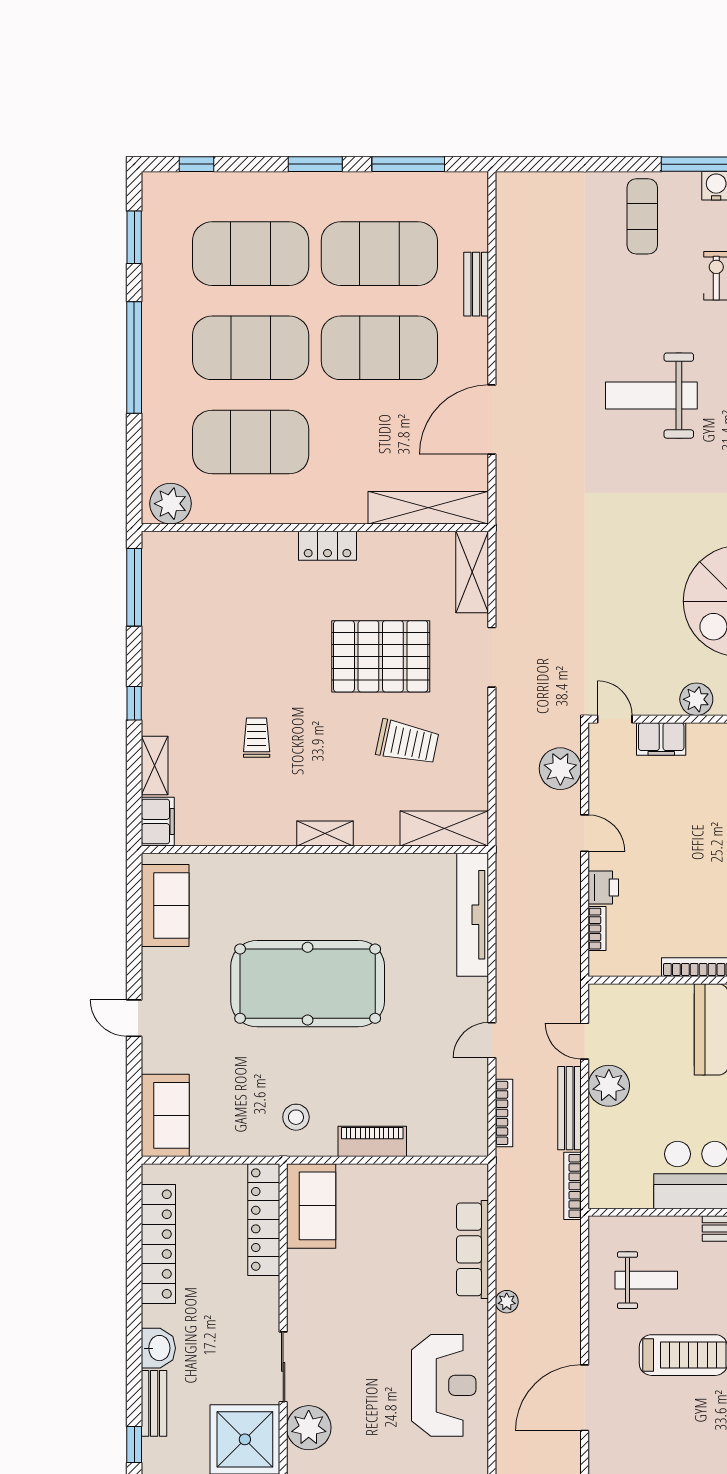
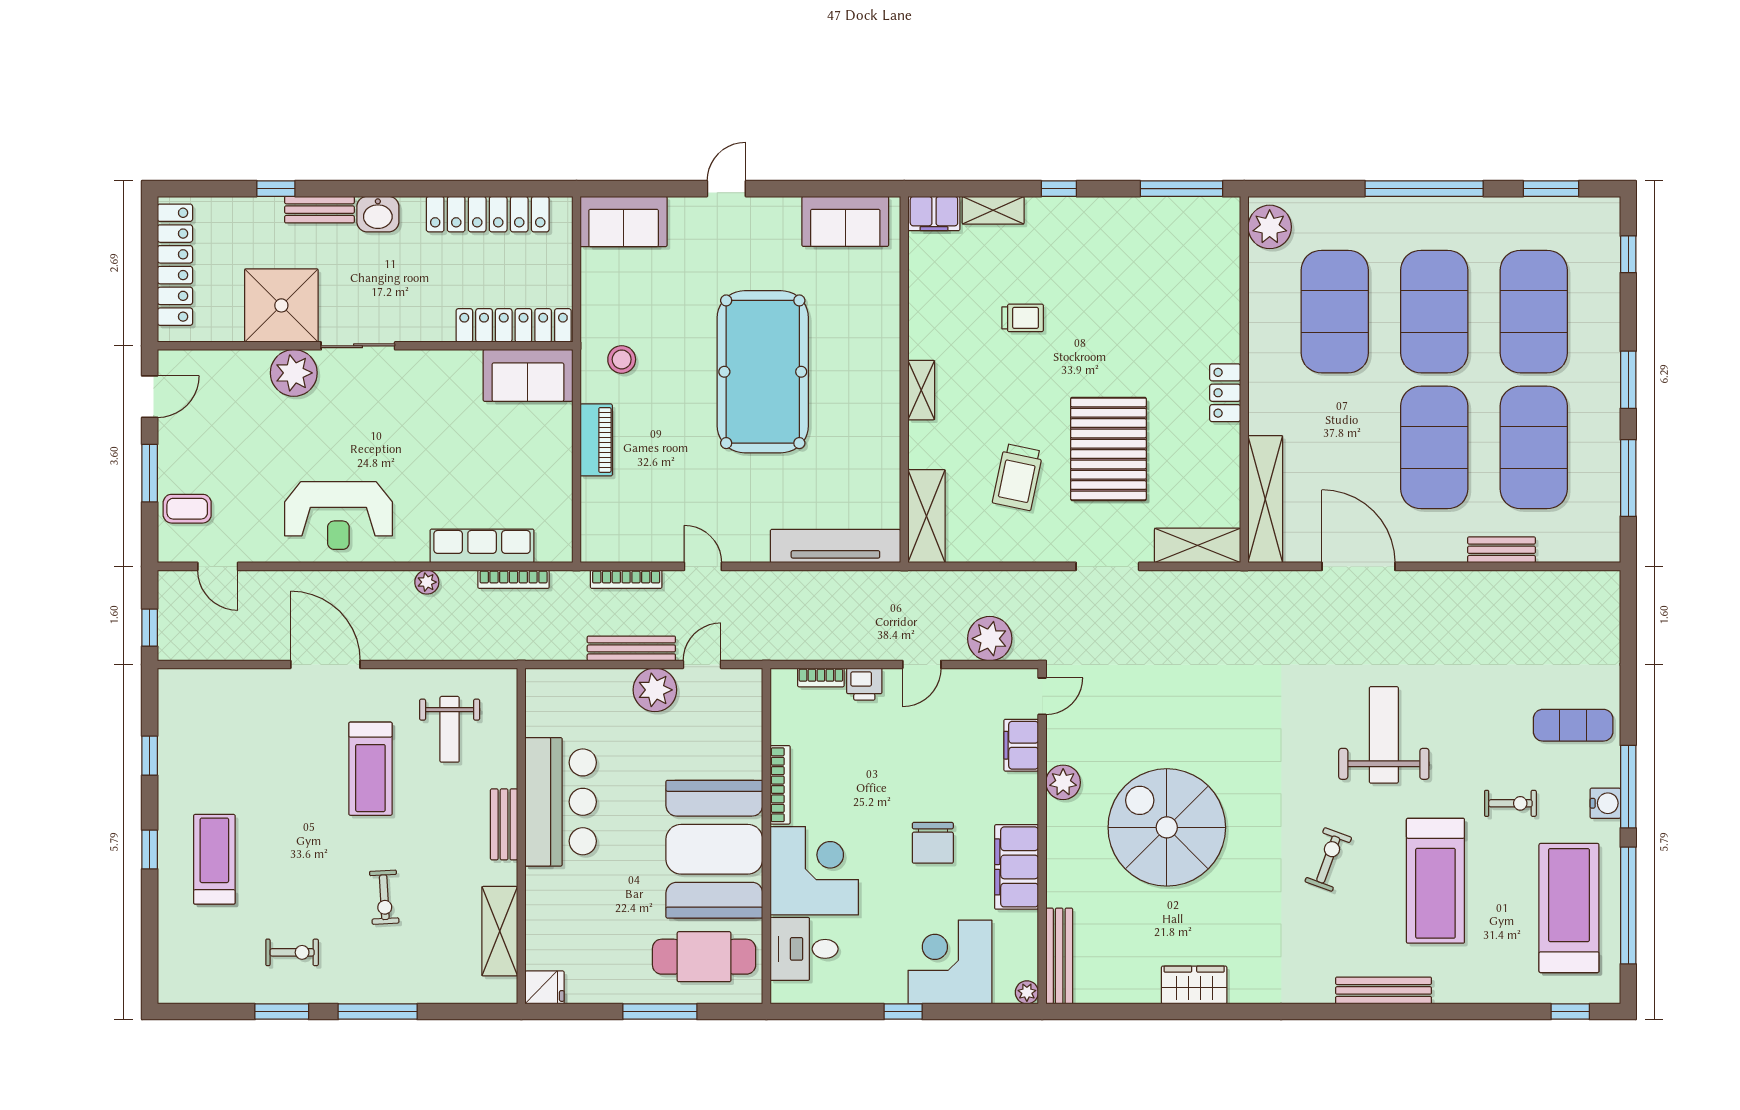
bookcase: (573, 1186) -> (514, 579), moved, turned 180

